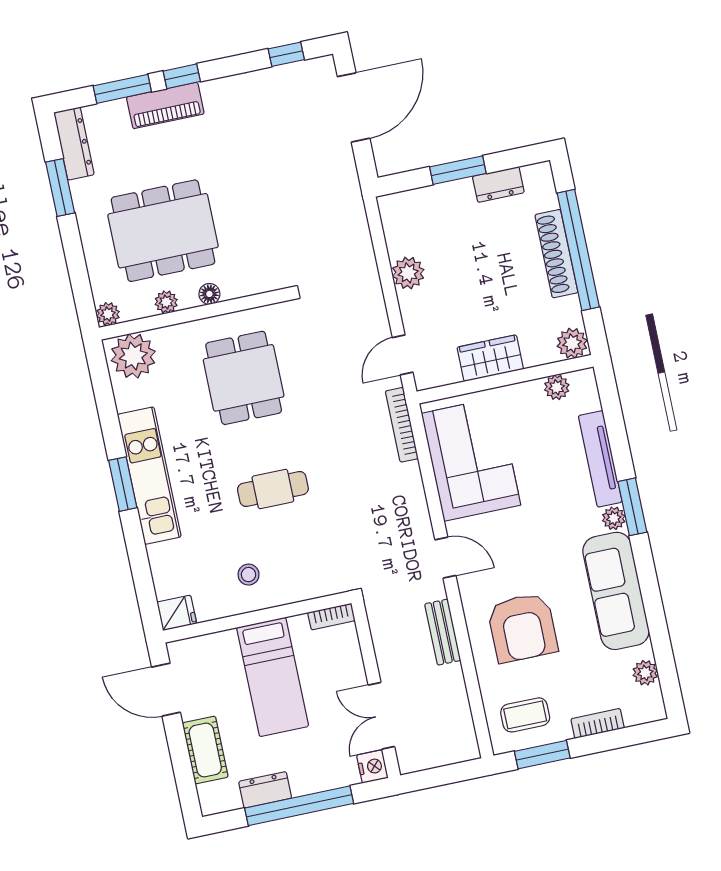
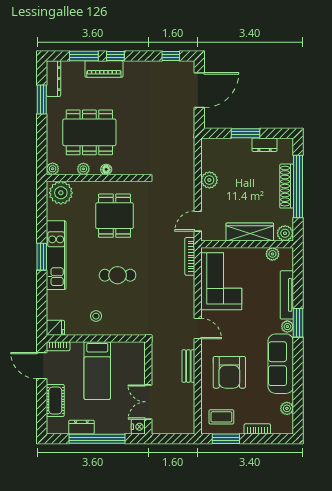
wardrobe: (490, 358) -> (250, 232), width x1.50
bookcase: (331, 617) -> (58, 346), moved

